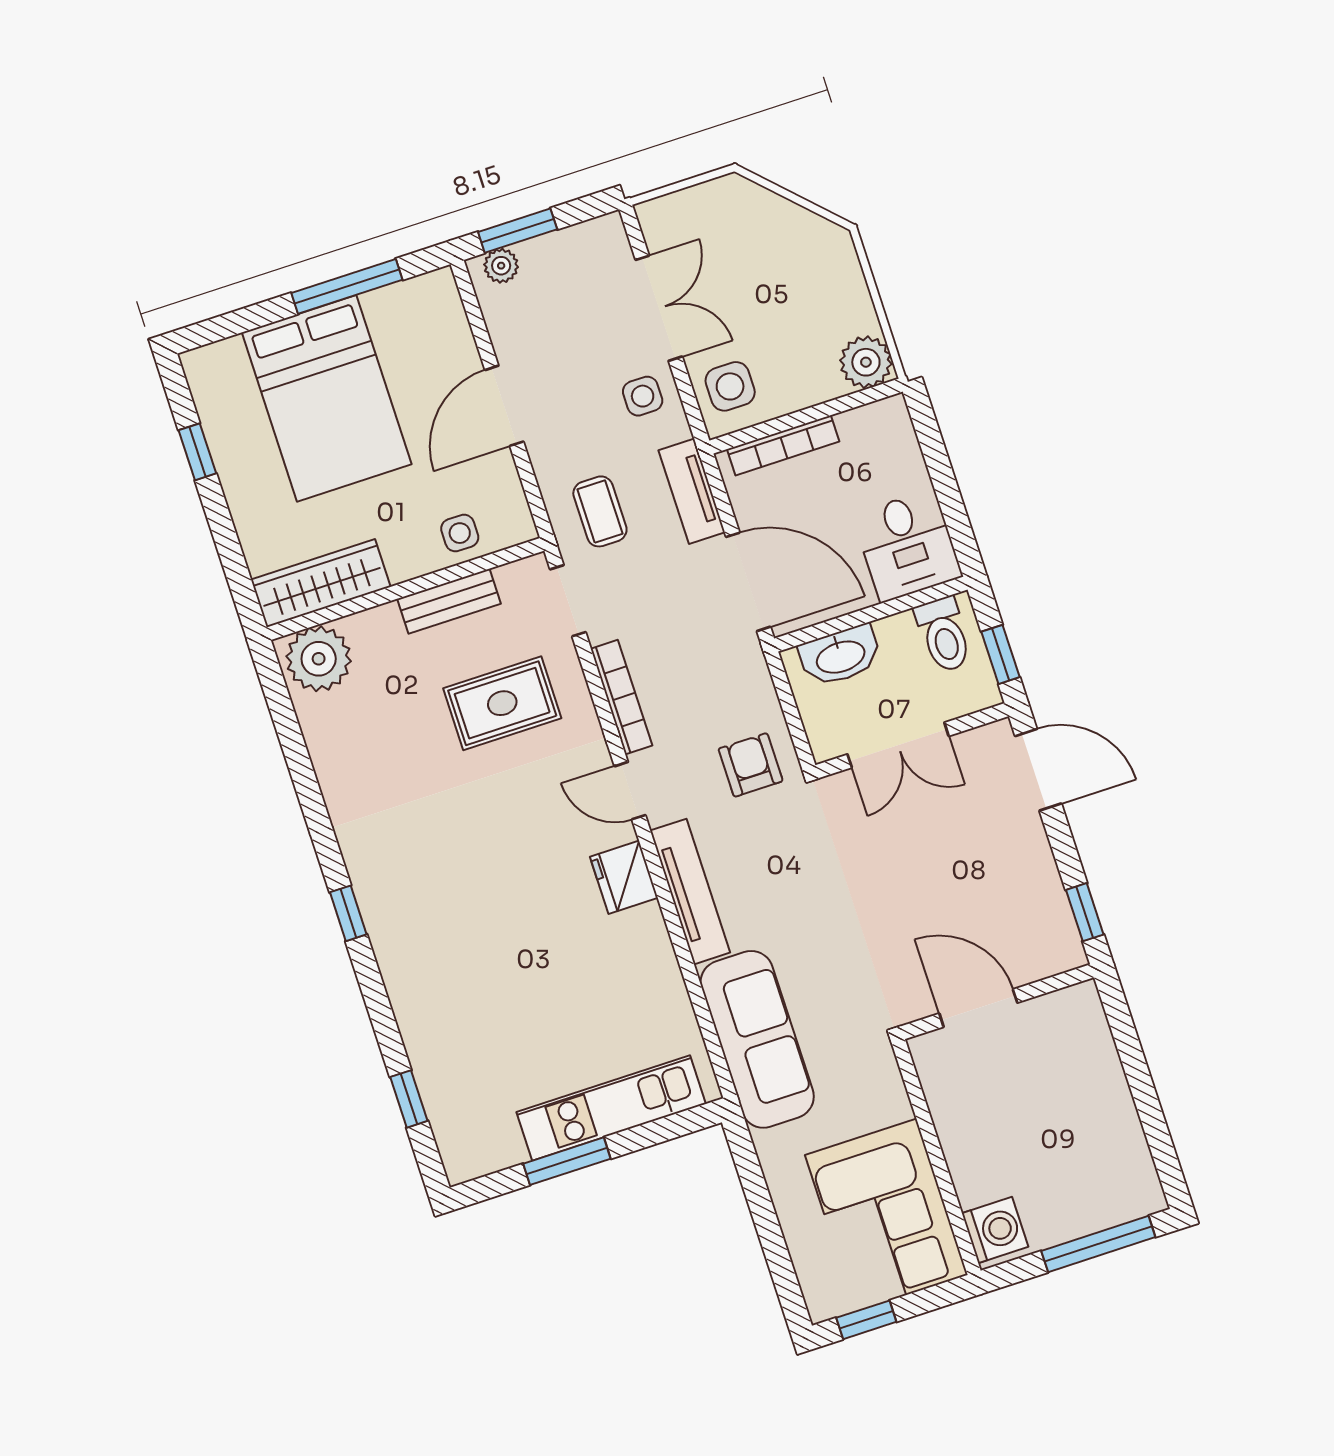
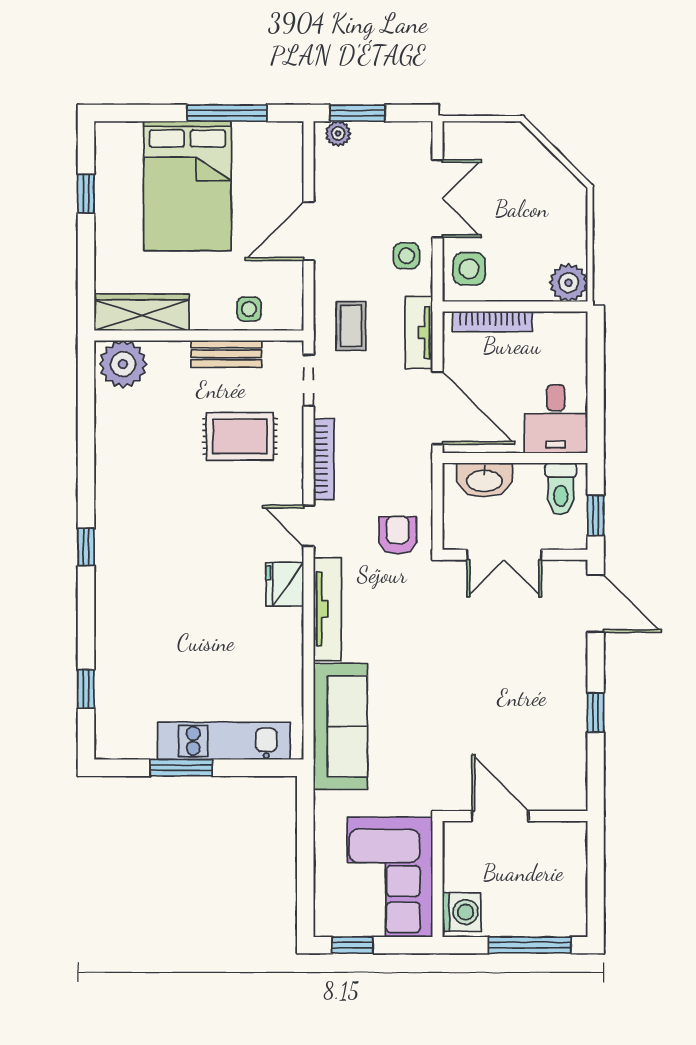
wall: (997, 1002) -> (515, 816), moved
door: (978, 1008) -> (500, 816), moved

